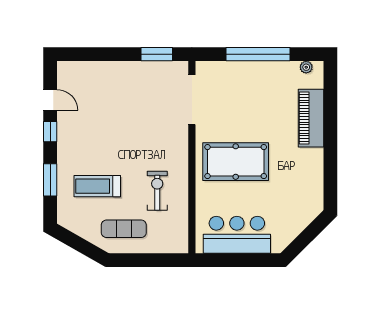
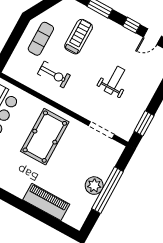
plant: (306, 67) -> (94, 186), moved, width x1.87, depth x1.87
doorway: (192, 100) -> (101, 130), width x0.73
weight bench: (125, 116) -> (114, 80), added

